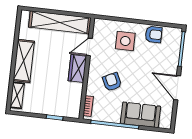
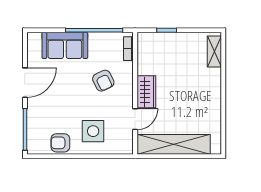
shelving: (24, 61) -> (211, 93), removed
door: (177, 88) -> (25, 83), hinge flipped

